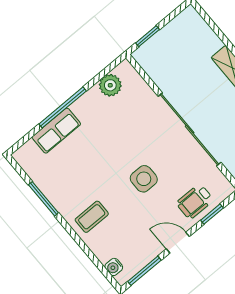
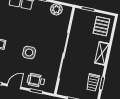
pallet: (190, 36) -> (101, 26), added
door: (178, 243) -> (14, 86), hinge flipped

